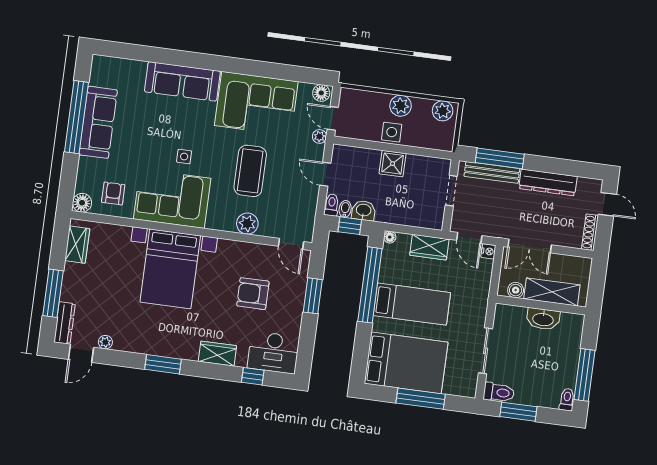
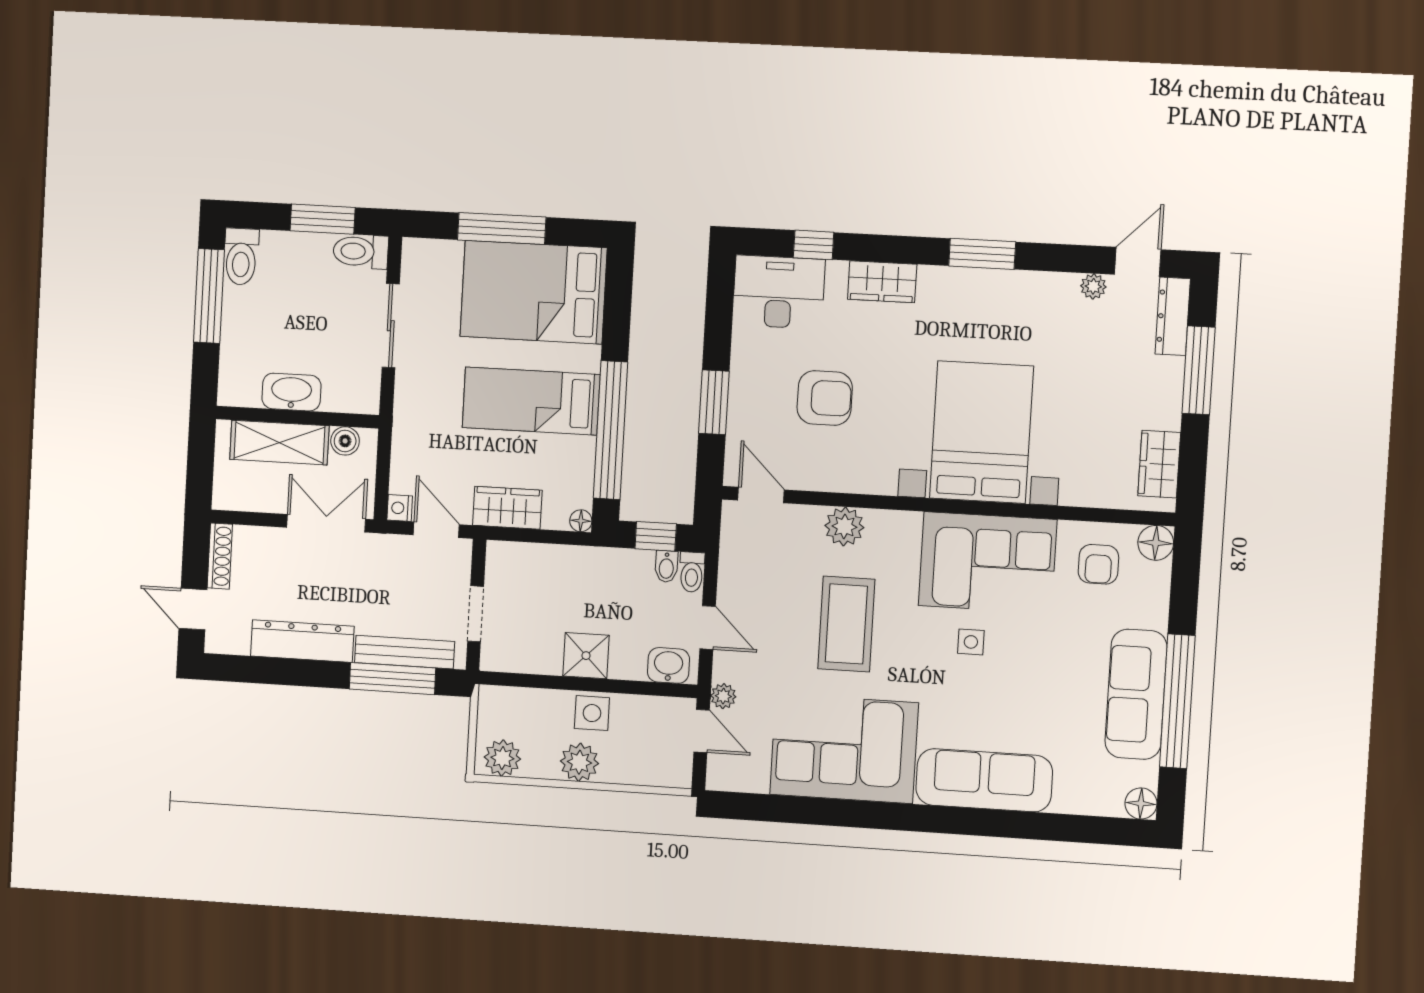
floor lamp: (321, 93) -> (1141, 803), moved
washbasin: (364, 211) -> (668, 665), moved, turned 180
toilet: (567, 400) -> (241, 257), width x1.37, depth x1.39

